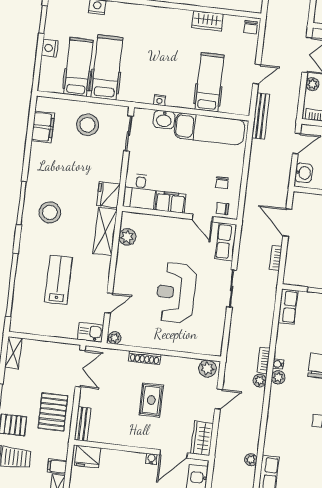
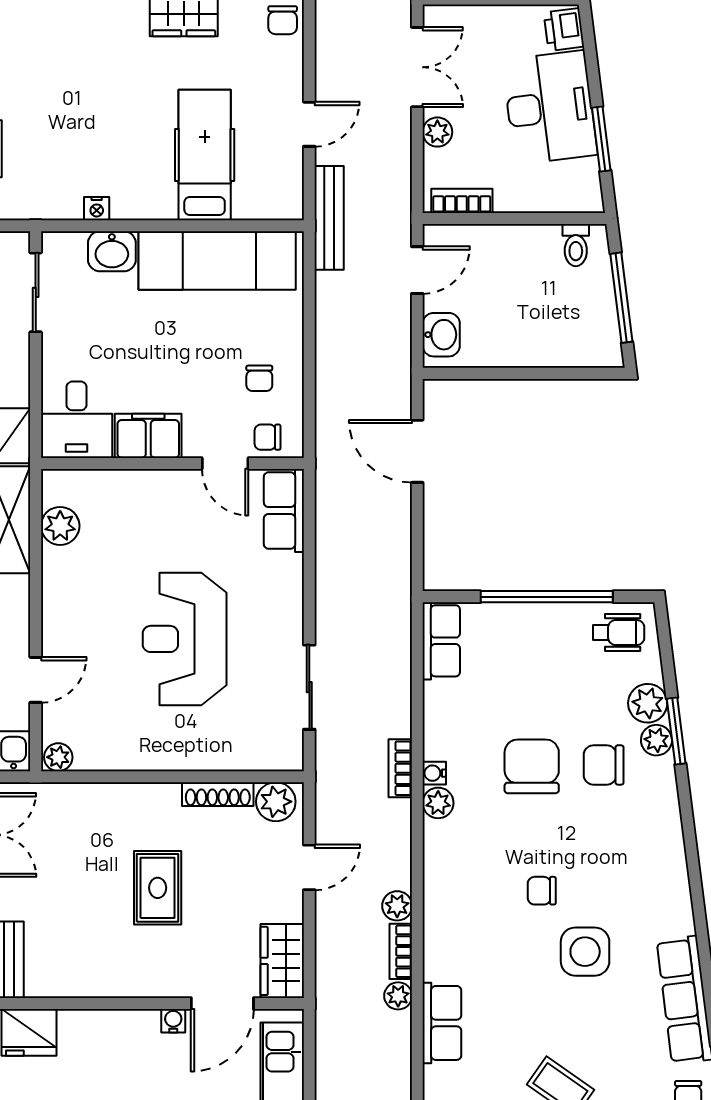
bookcase: (276, 258) -> (401, 951), moved
sliding door: (232, 288) -> (309, 687), moved
shoe rack: (145, 358) -> (218, 794), moved
plant: (260, 380) -> (397, 906), moved

